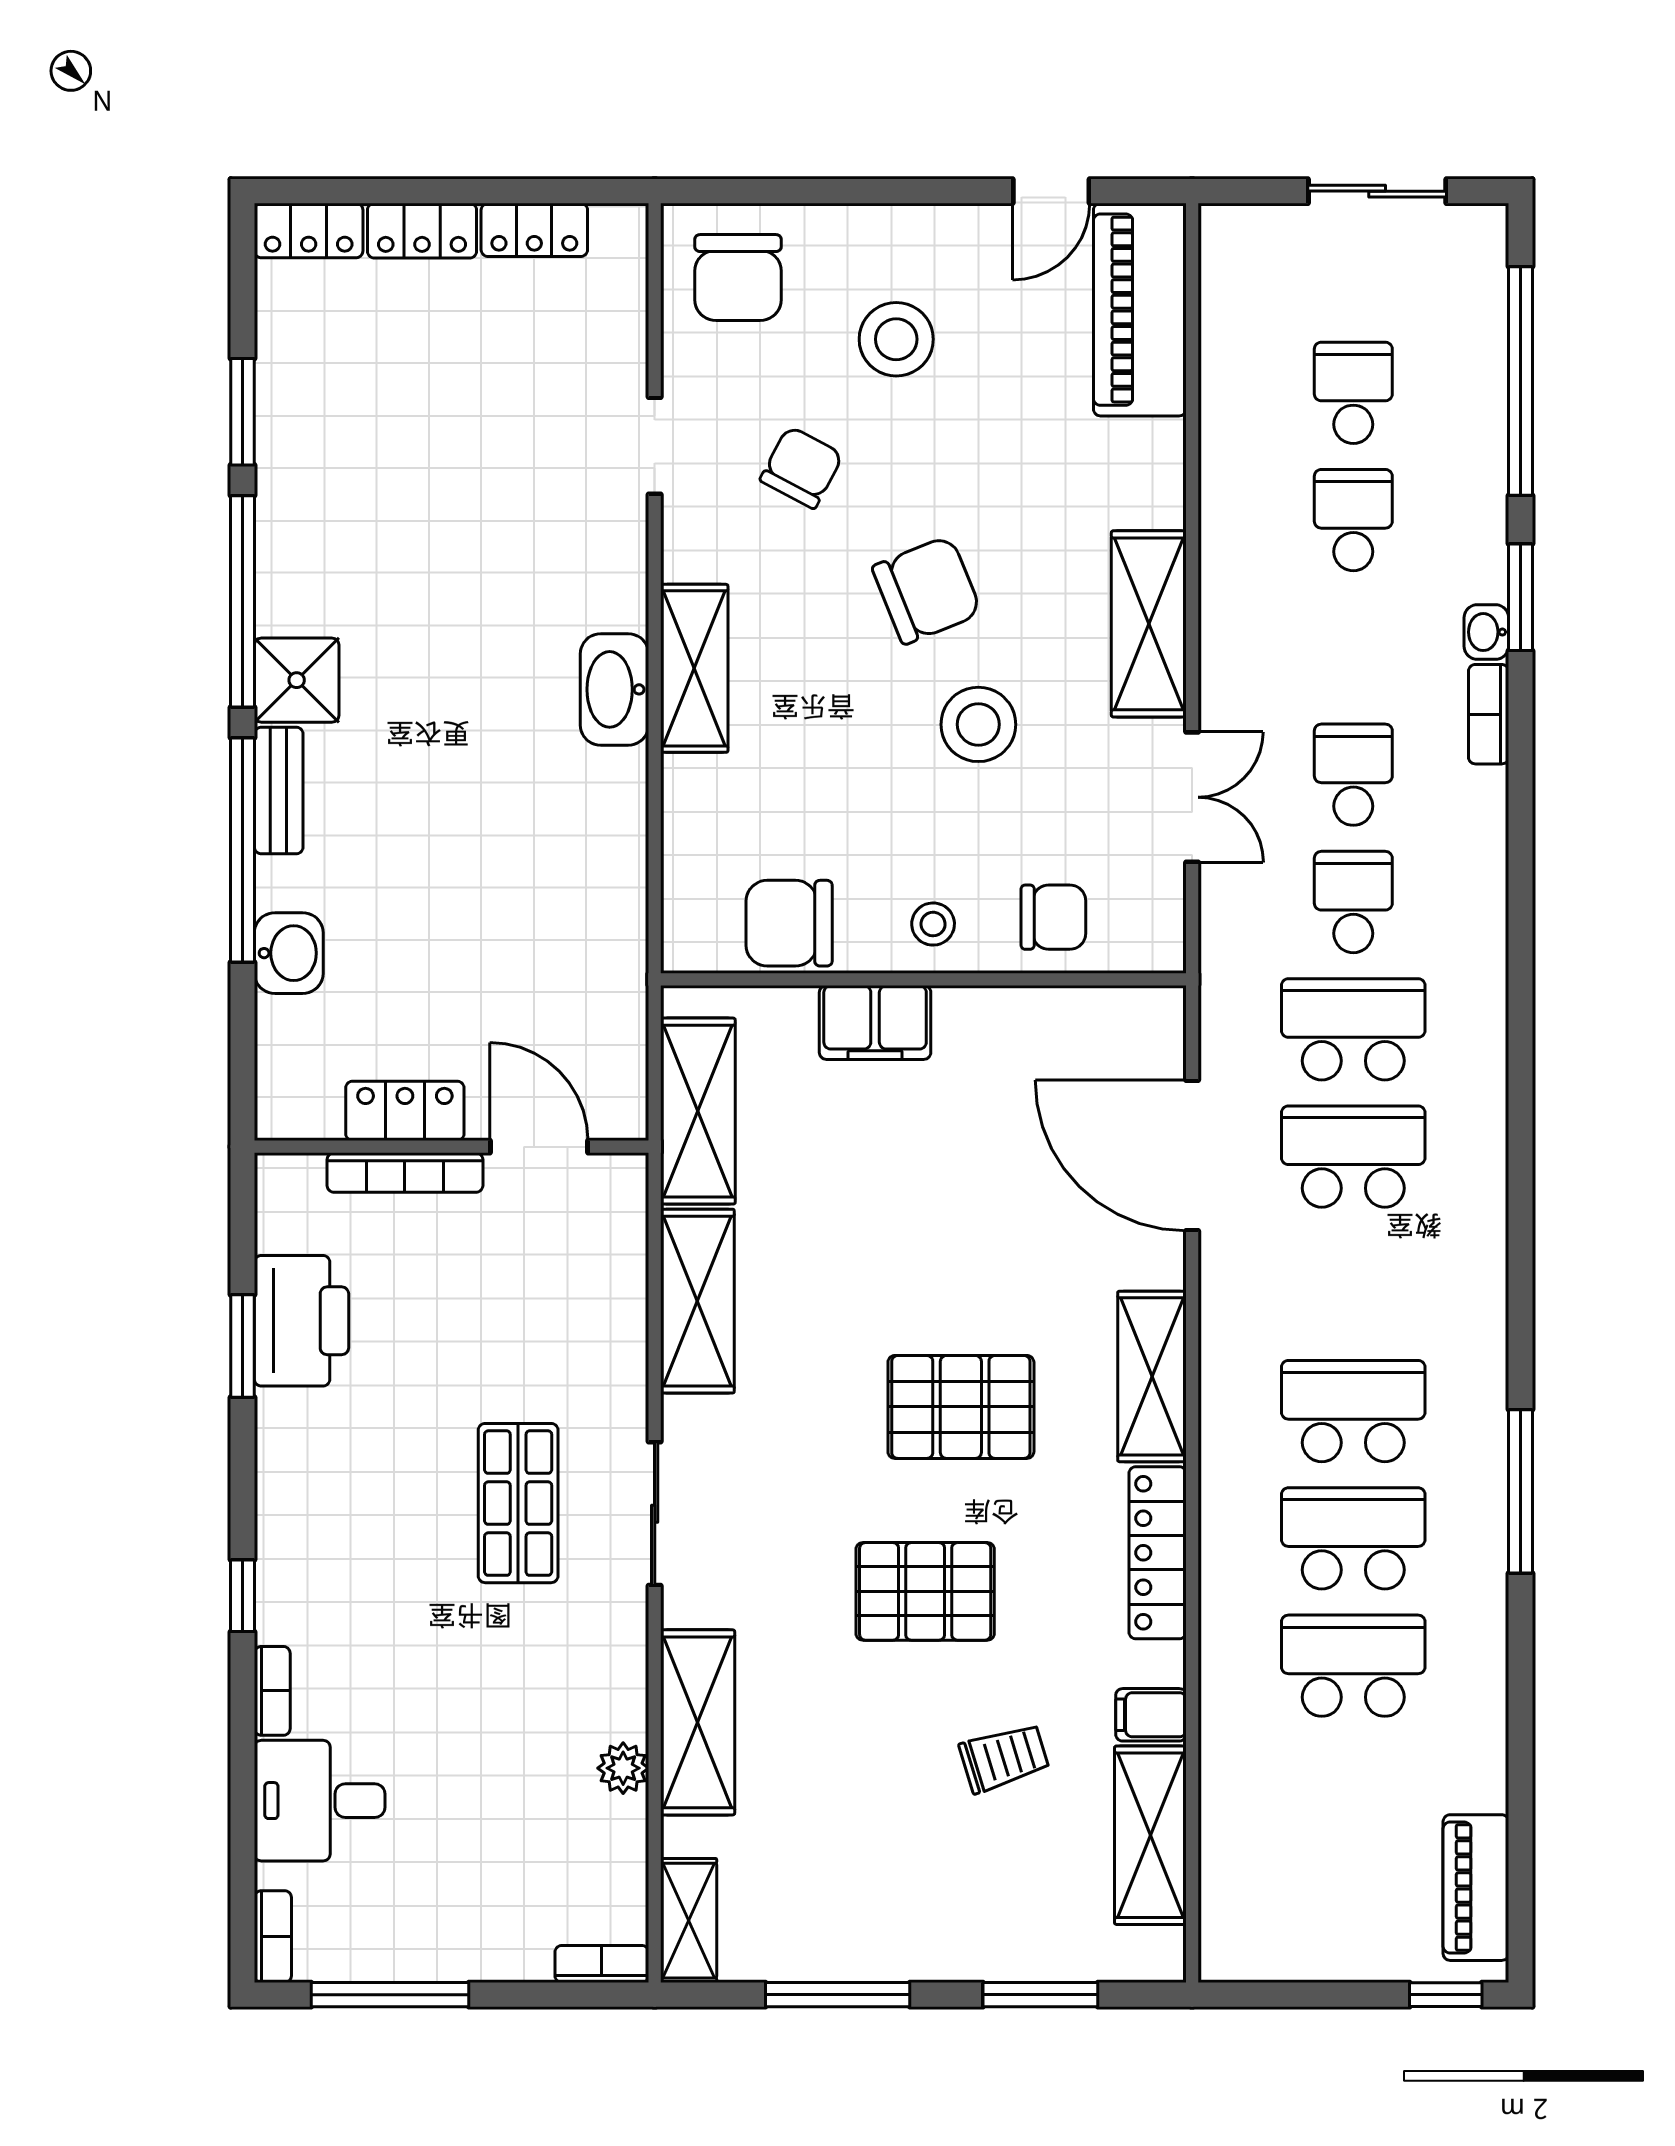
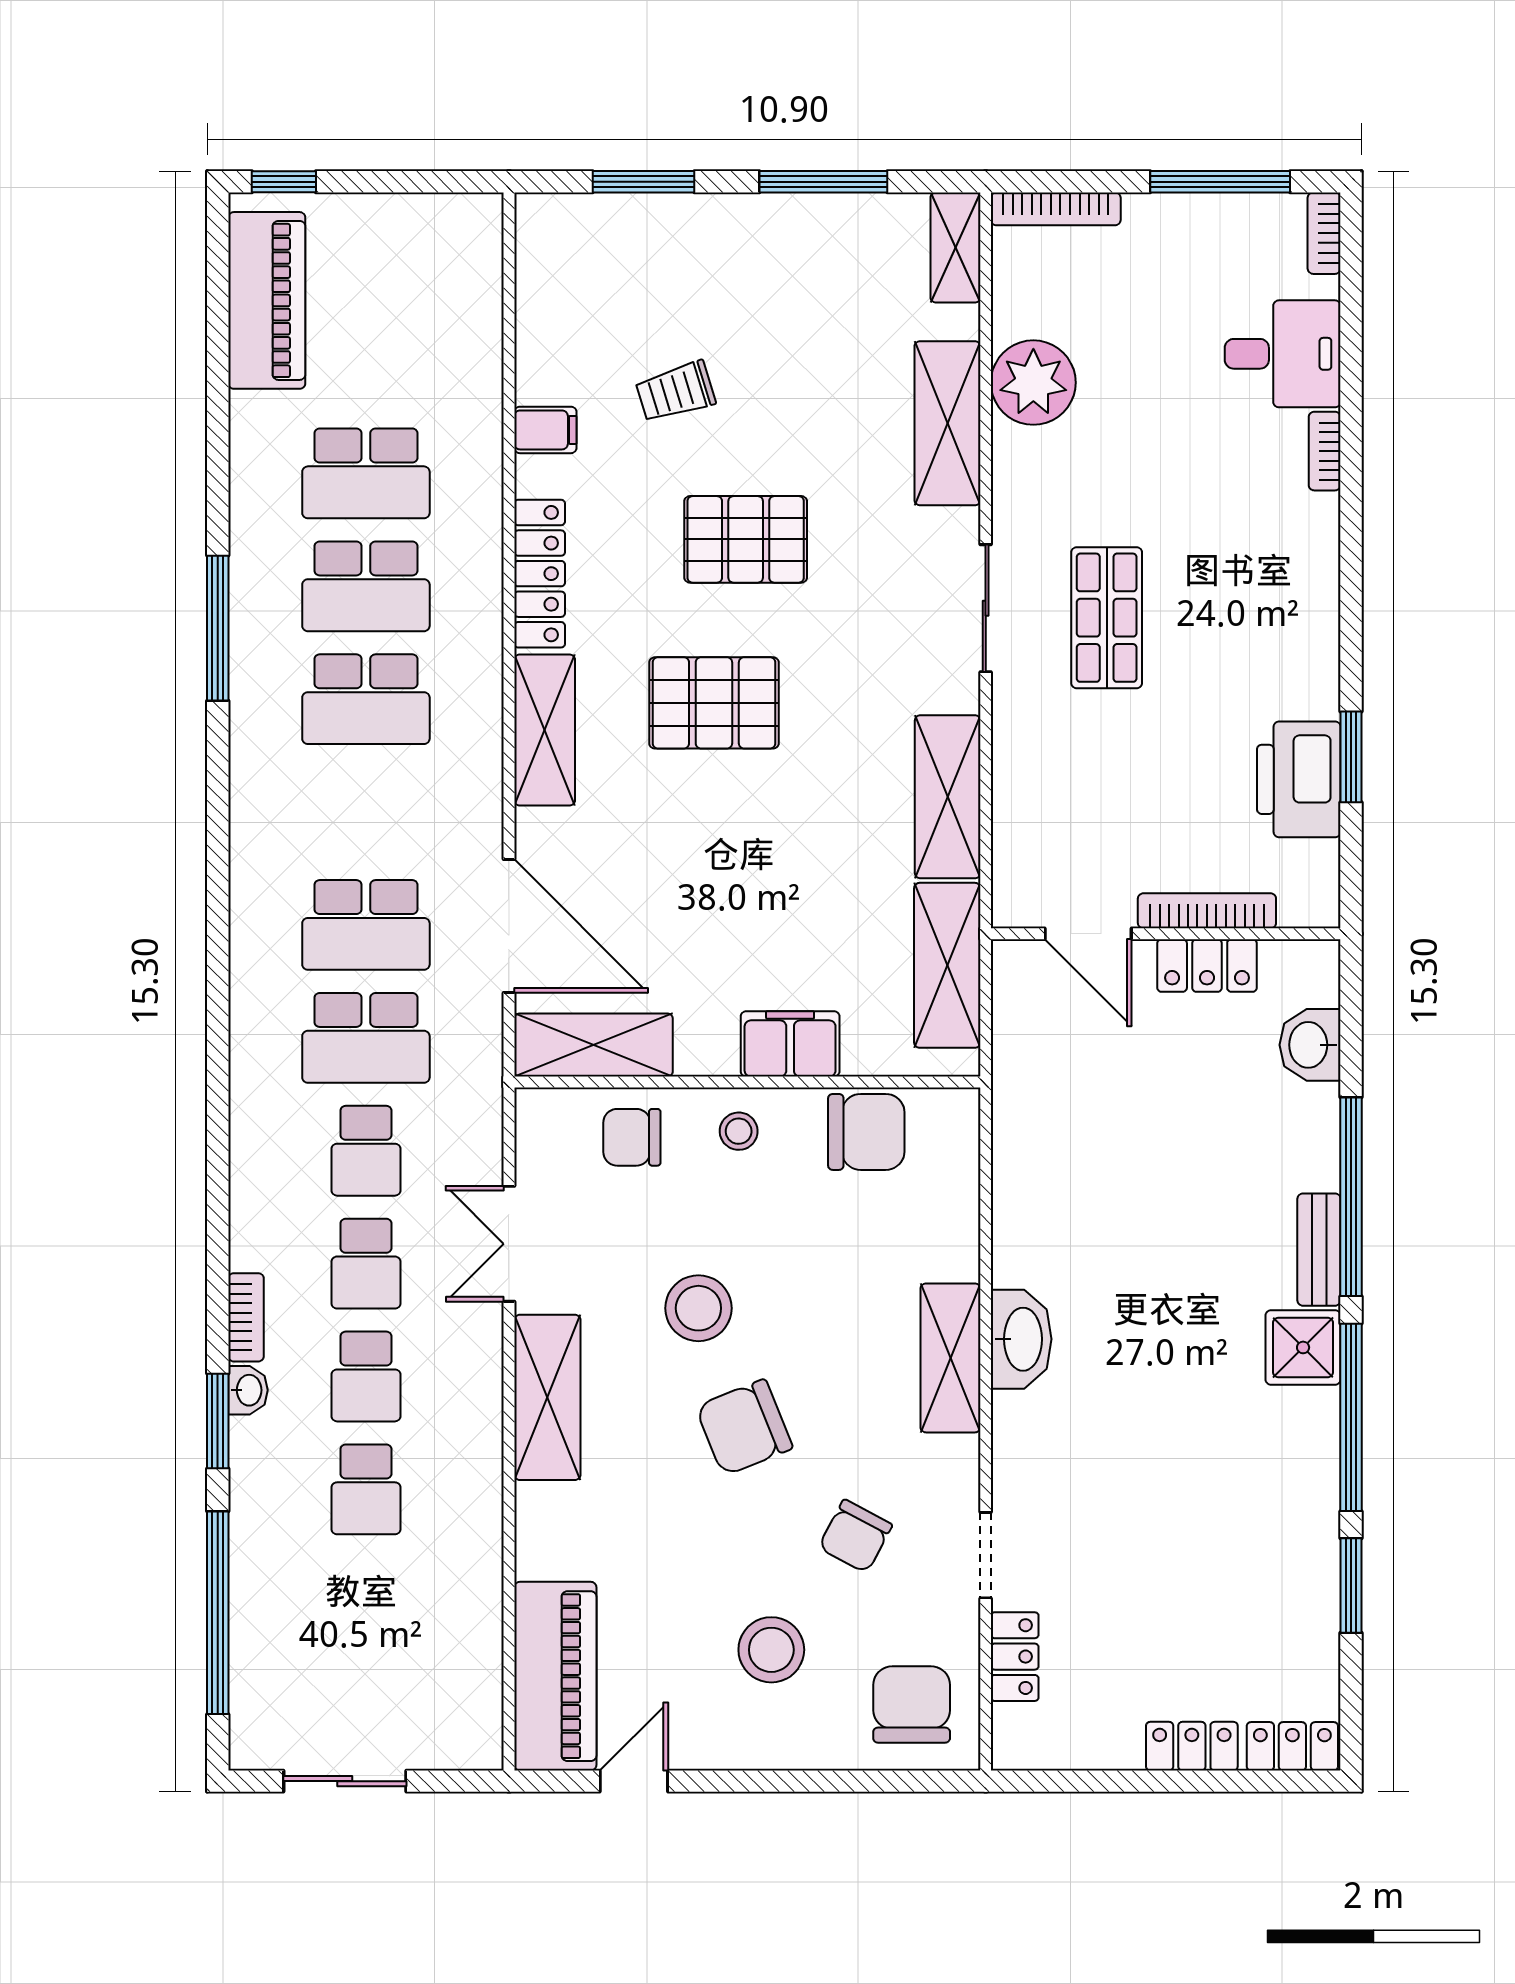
locker: (534, 230) -> (1015, 1657), moved, turned 90
school desk: (1353, 393) -> (366, 1377), moved
washbasin: (289, 953) -> (1310, 1045), moved
window: (243, 1596) -> (1351, 535), removed
plant: (623, 1768) -> (1033, 383), width x1.88, depth x1.88
shelving: (1150, 1835) -> (593, 1045), moved, turned 90
piano: (1476, 1888) -> (267, 300), width x1.37, depth x1.33
bookcase: (602, 1964) -> (1056, 209), width x1.56

